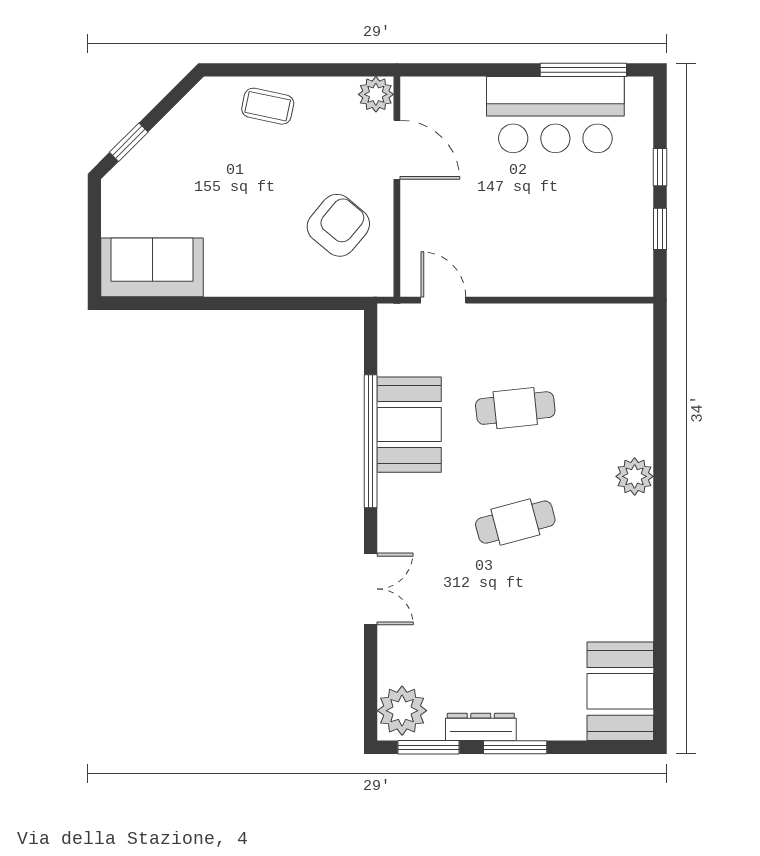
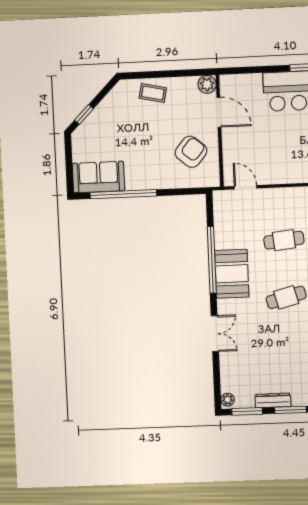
window: (200, 303) -> (123, 194), added
booth: (409, 425) -> (232, 274), moved
plant: (402, 711) -> (228, 400), width x0.53, depth x0.53

